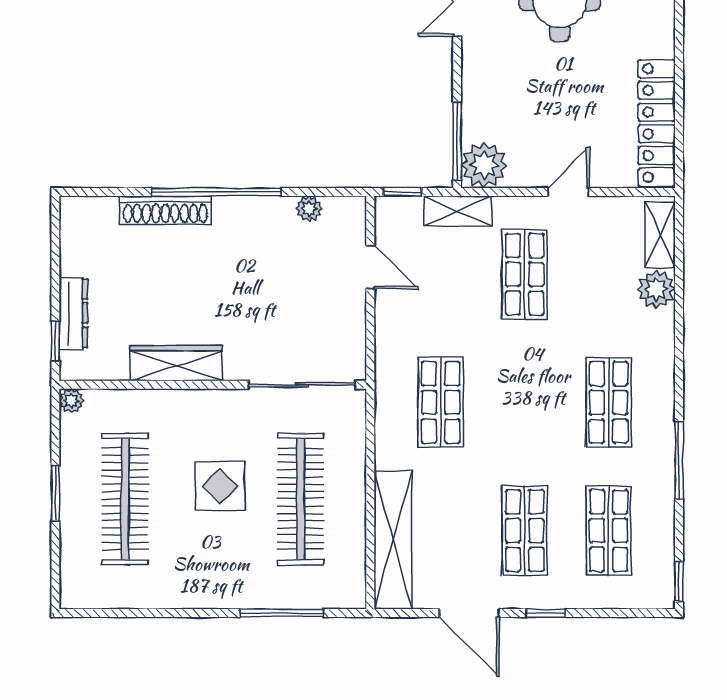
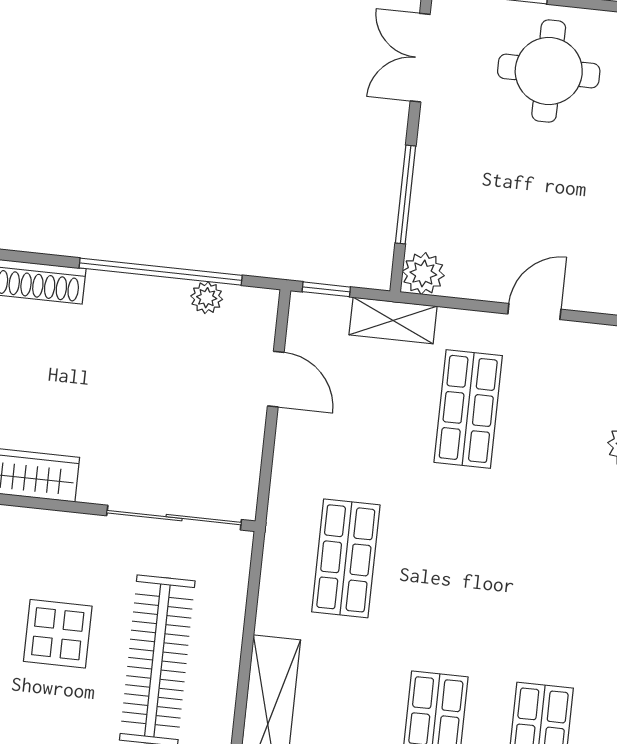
window: (457, 141) -> (406, 194), moved
plant: (484, 165) -> (423, 273), width x0.73, depth x0.73
window: (216, 192) -> (161, 272), moved
shop shelf: (609, 402) -> (556, 581), removed

